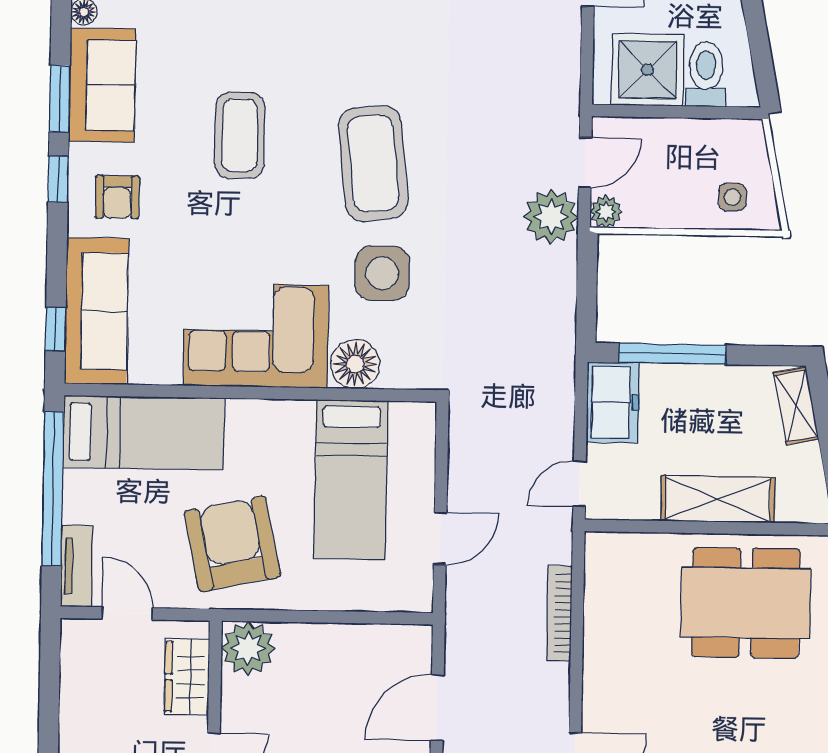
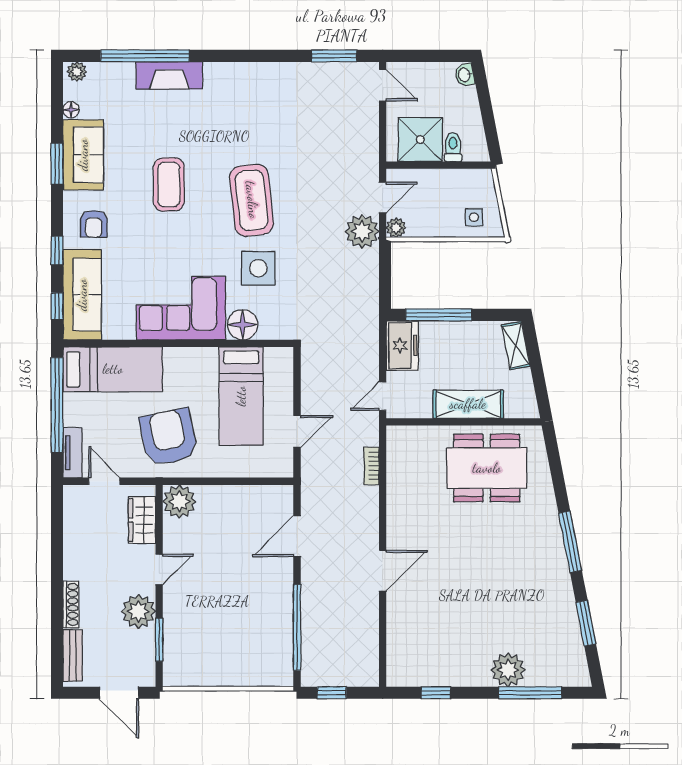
toilet: (706, 74) -> (453, 147), width x0.73, depth x0.72
window: (58, 179) -> (57, 250), moved
bookcase: (559, 613) -> (371, 466), width x0.64

